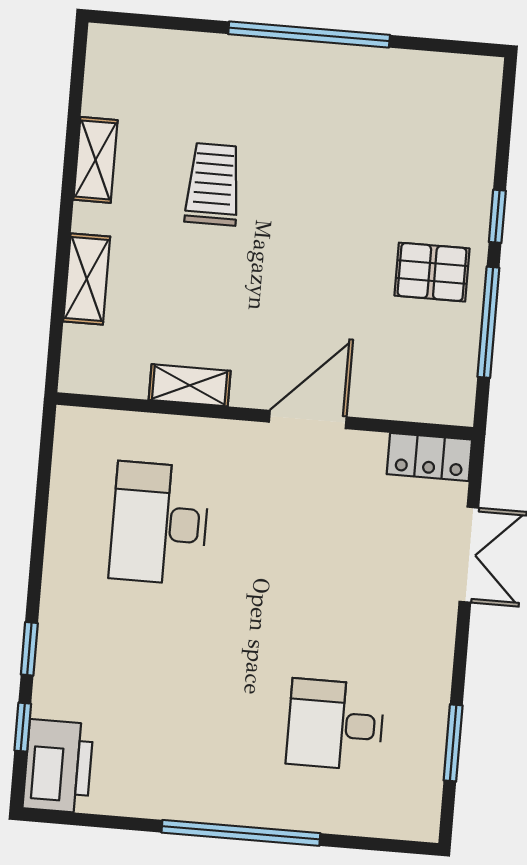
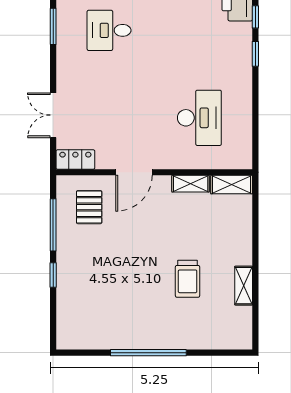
pallet: (432, 272) -> (89, 207), moved, turned 90
shelving: (87, 279) -> (232, 185), moved, turned 90
desk: (335, 725) -> (109, 30), turned 180

